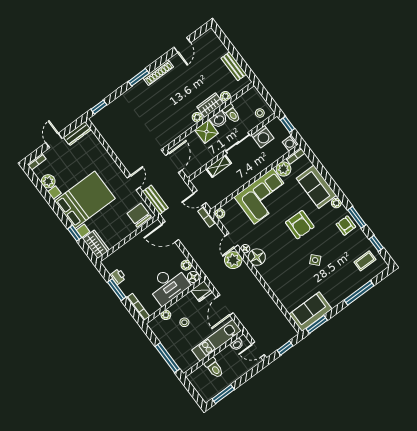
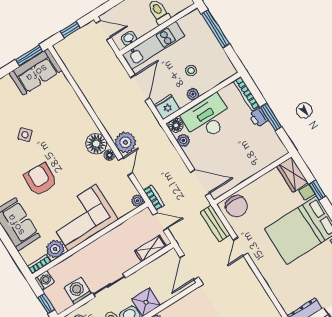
shelving: (219, 166) -> (151, 249), moved
printer: (118, 277) -> (259, 118), moved
plant: (166, 315) -> (193, 94), moved

